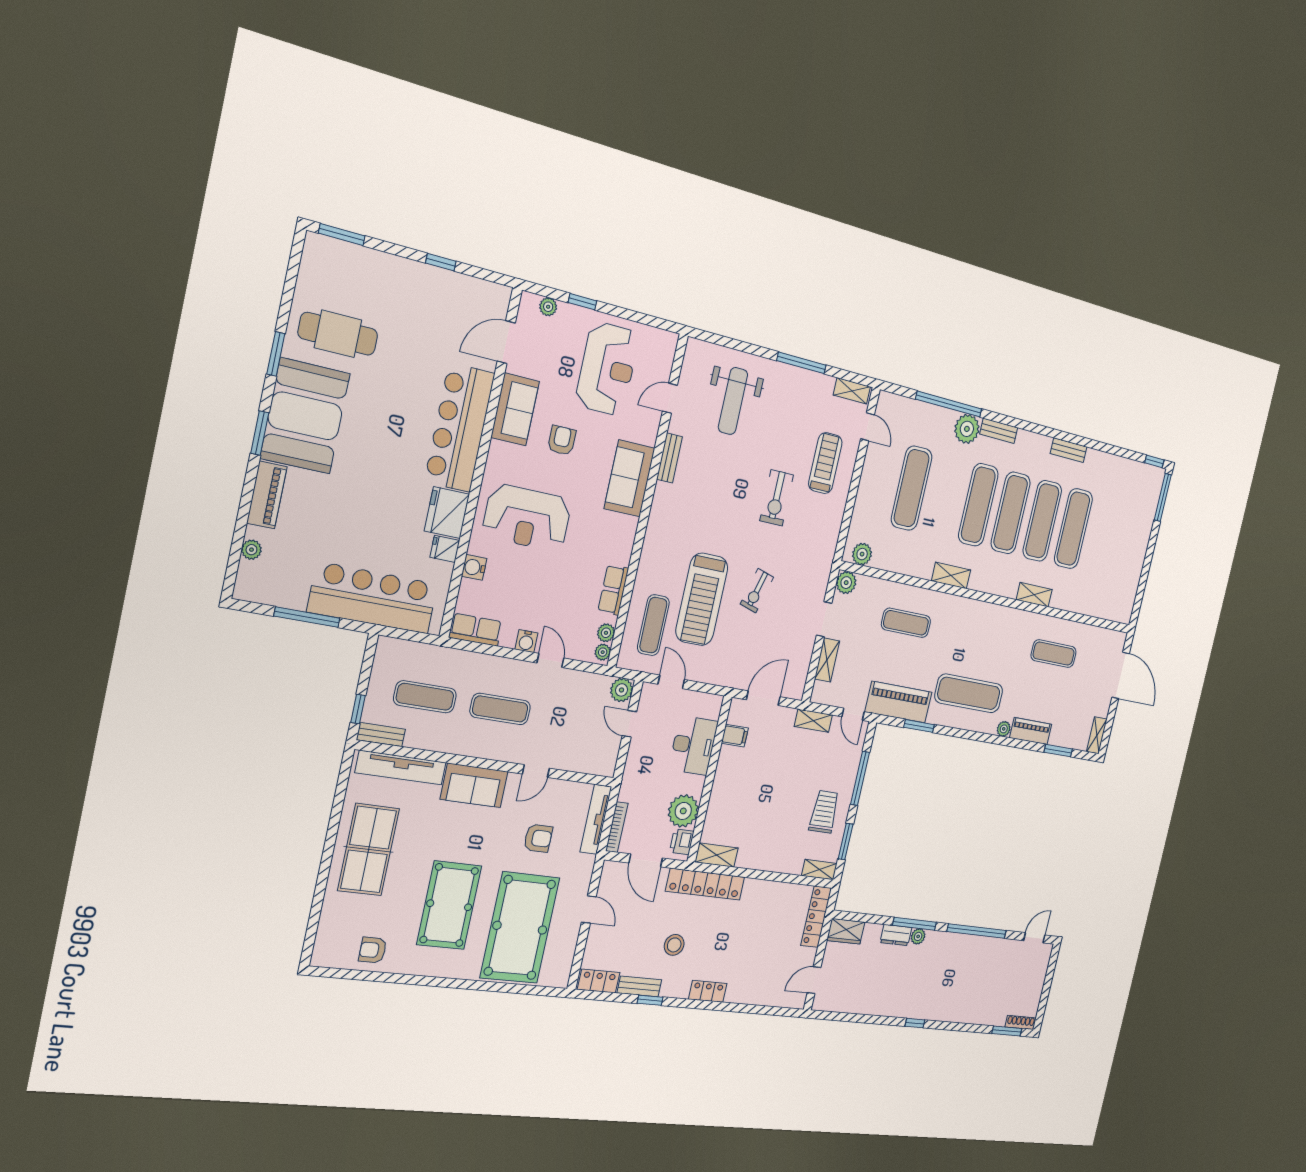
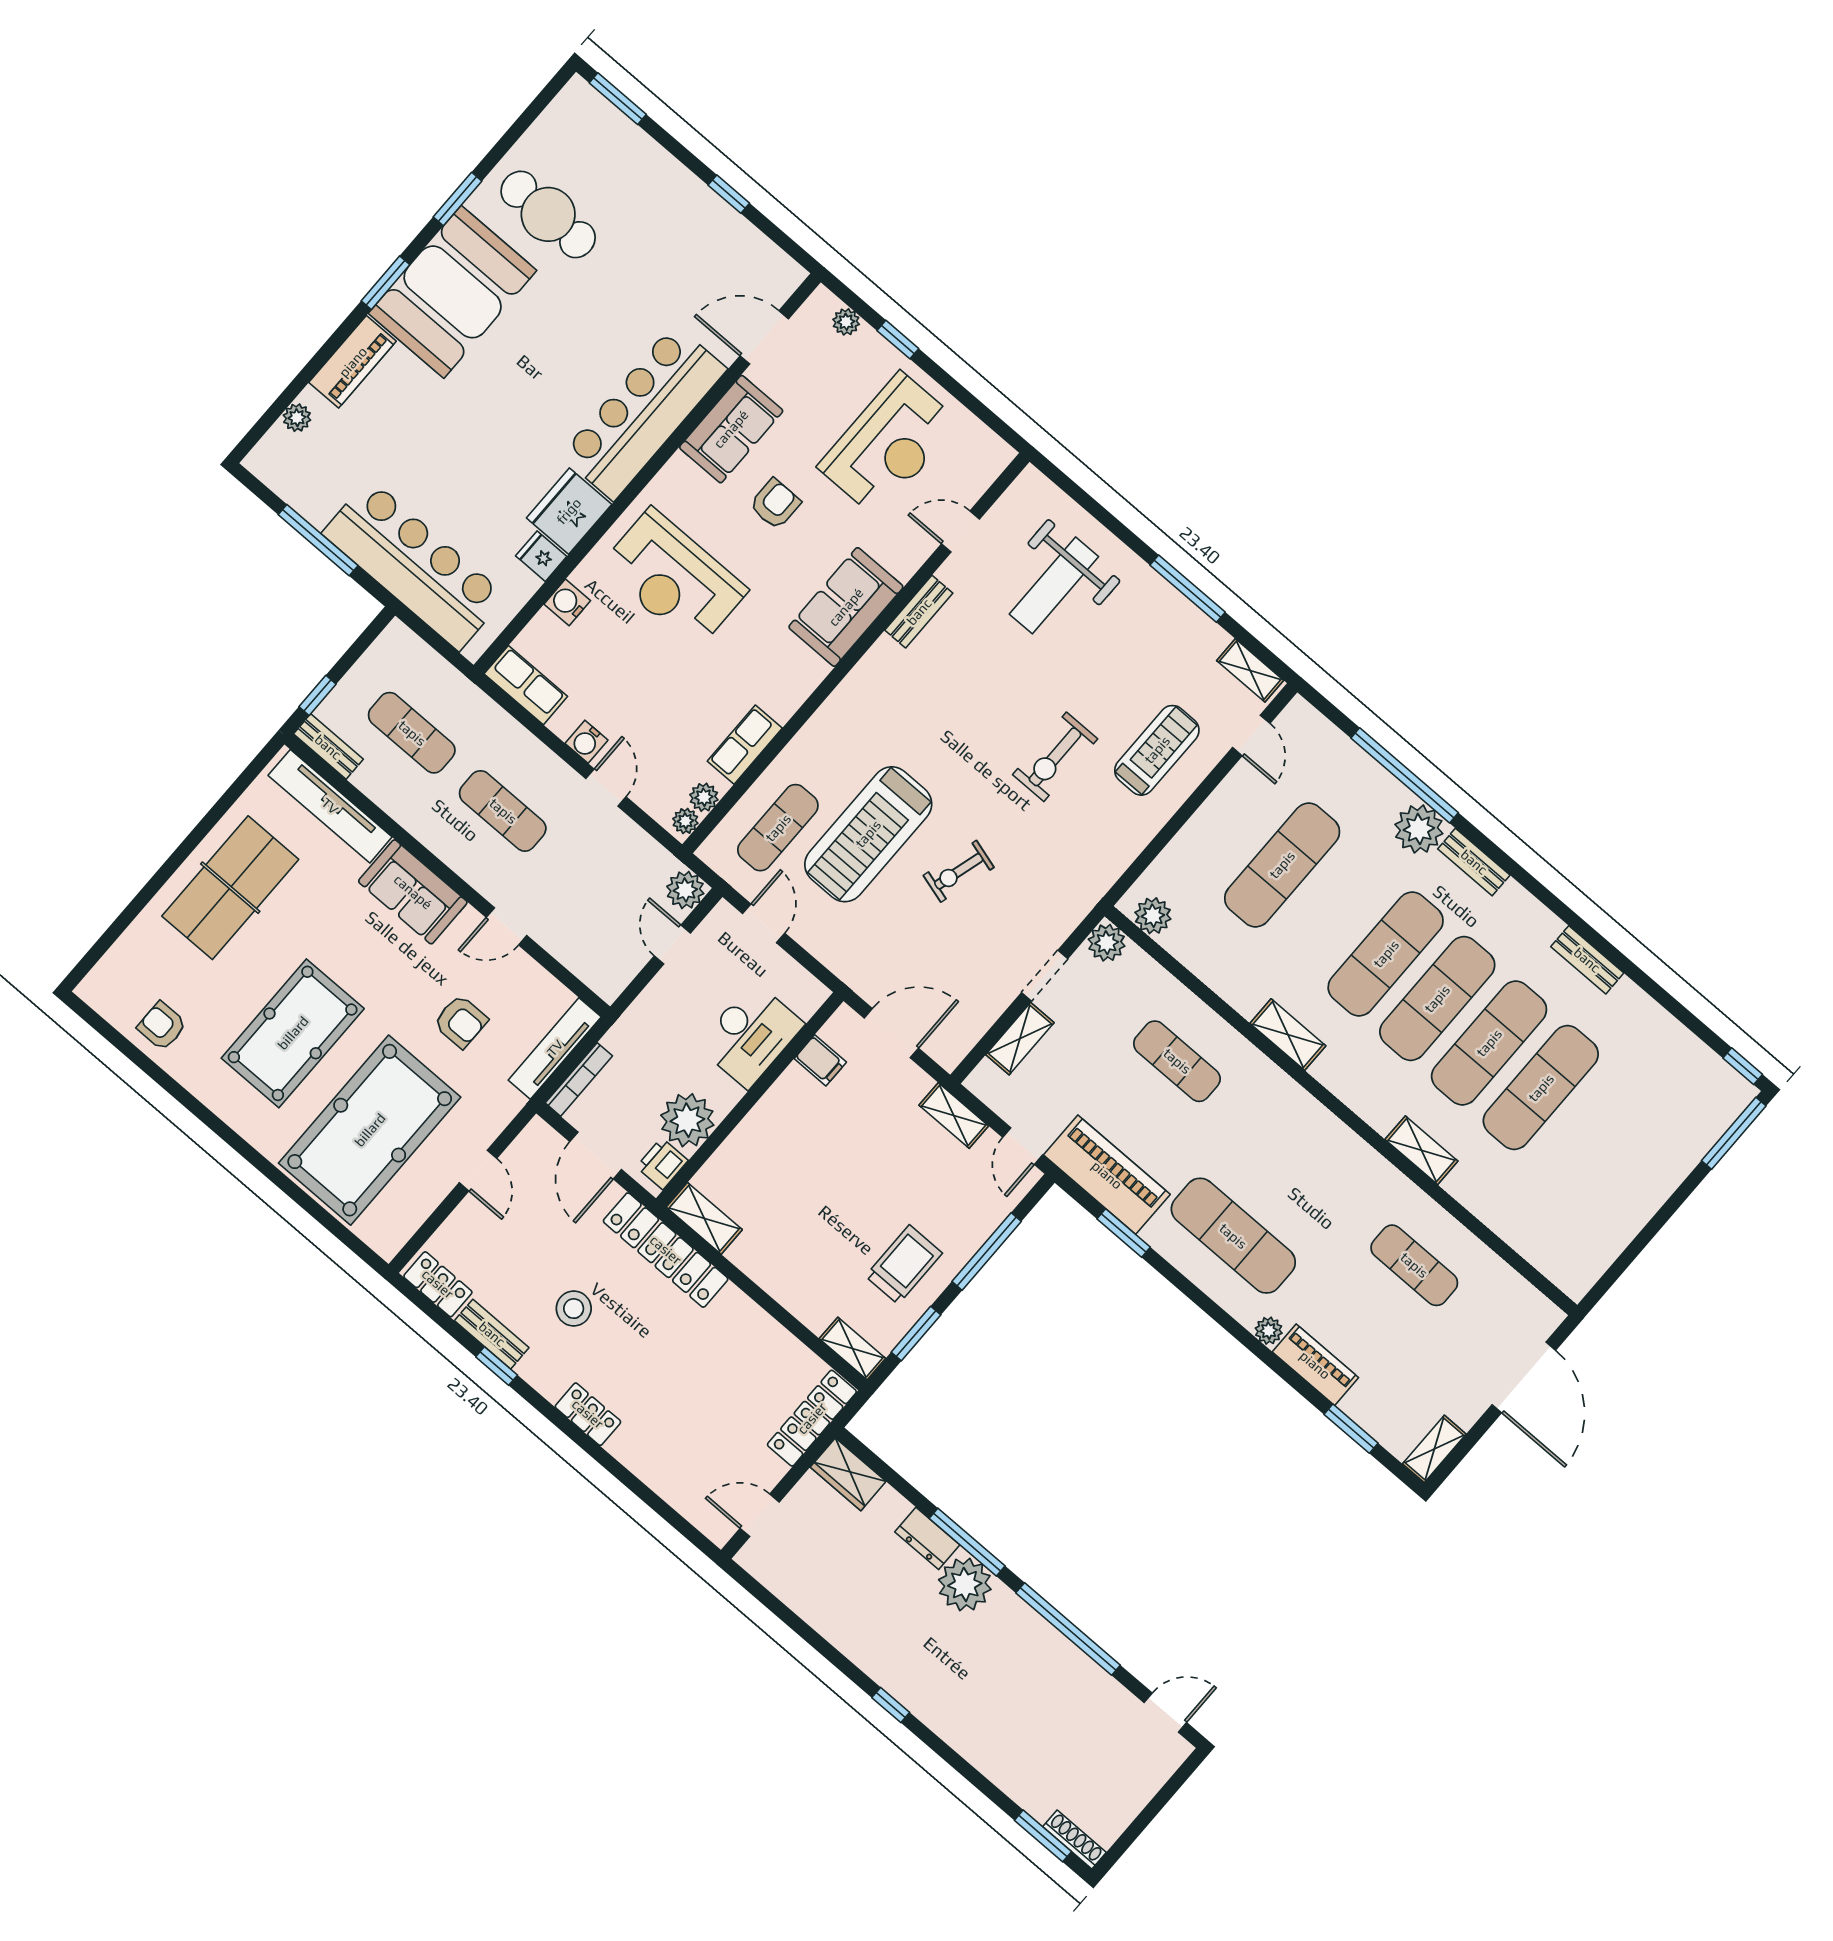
plant: (918, 936) -> (965, 1585), width x1.88, depth x1.88

